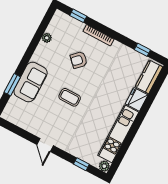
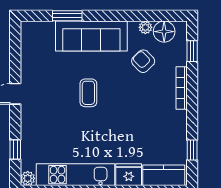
floor lamp: (56, 27) -> (164, 32), added
armchair: (79, 60) -> (143, 61), moved
sofa: (31, 82) -> (91, 36), width x1.36

